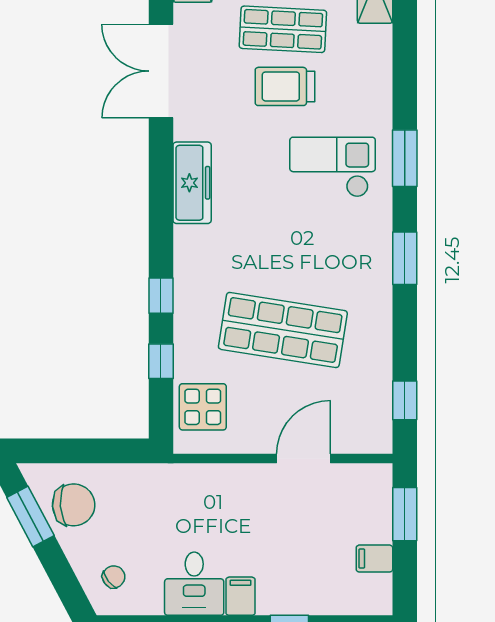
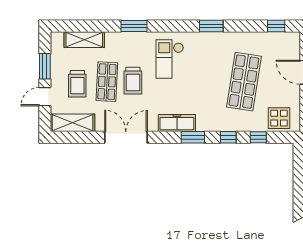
double door: (161, 71) -> (126, 137), swing flipped
window: (405, 158) -> (134, 26), moved
window: (161, 218) -> (193, 137), added

